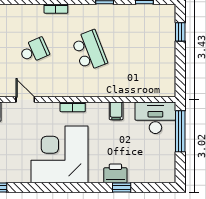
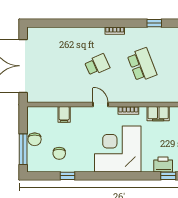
door: (25, 100) -> (101, 105), moved
filing cabinet: (116, 111) -> (158, 114), width x2.00

